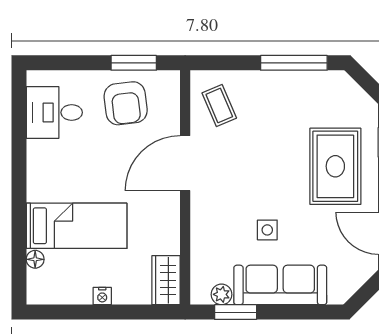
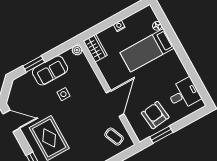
sofa: (280, 285) -> (50, 70), width x0.73
plant: (221, 294) -> (77, 50), moved
window: (236, 312) -> (34, 64), moved

